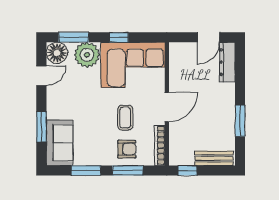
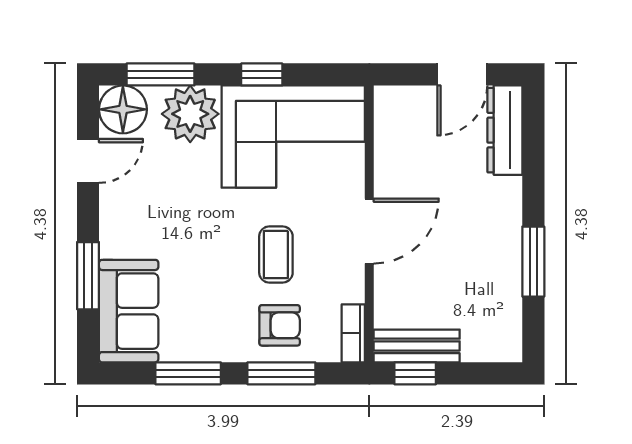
bookcase: (160, 145) -> (353, 333), width x0.64
bench: (214, 158) -> (417, 346), moved

